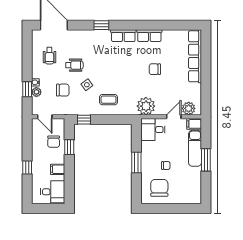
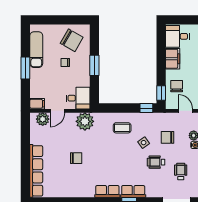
row of seats: (149, 36) -> (133, 191), moved
window: (69, 147) -> (161, 93), moved
exam couch: (195, 148) -> (36, 50), moved
filing cabinet: (58, 169) -> (173, 59), width x2.00
chair: (159, 188) -> (72, 40), turned -60

